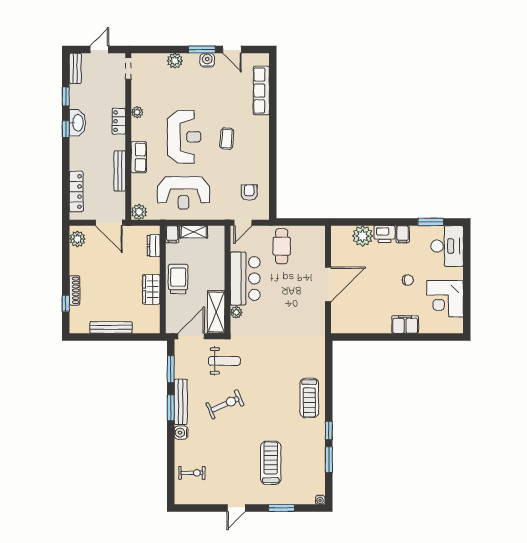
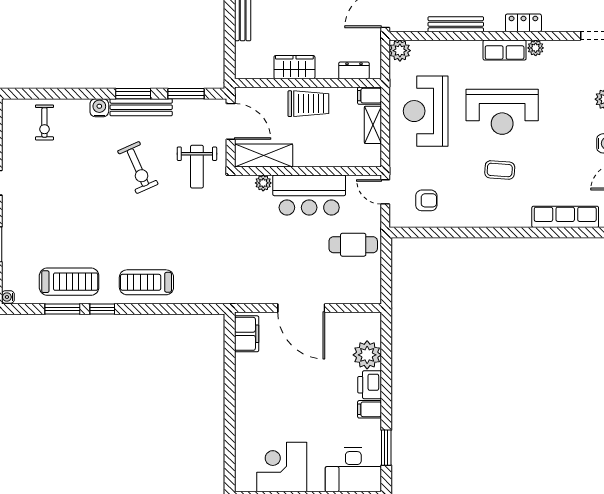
row of seats: (139, 157) -> (505, 50), moved
chair: (408, 280) -> (307, 416), removed
filing cabinet: (405, 324) -> (247, 334), moved
treadmill: (271, 463) -> (69, 282), moved

